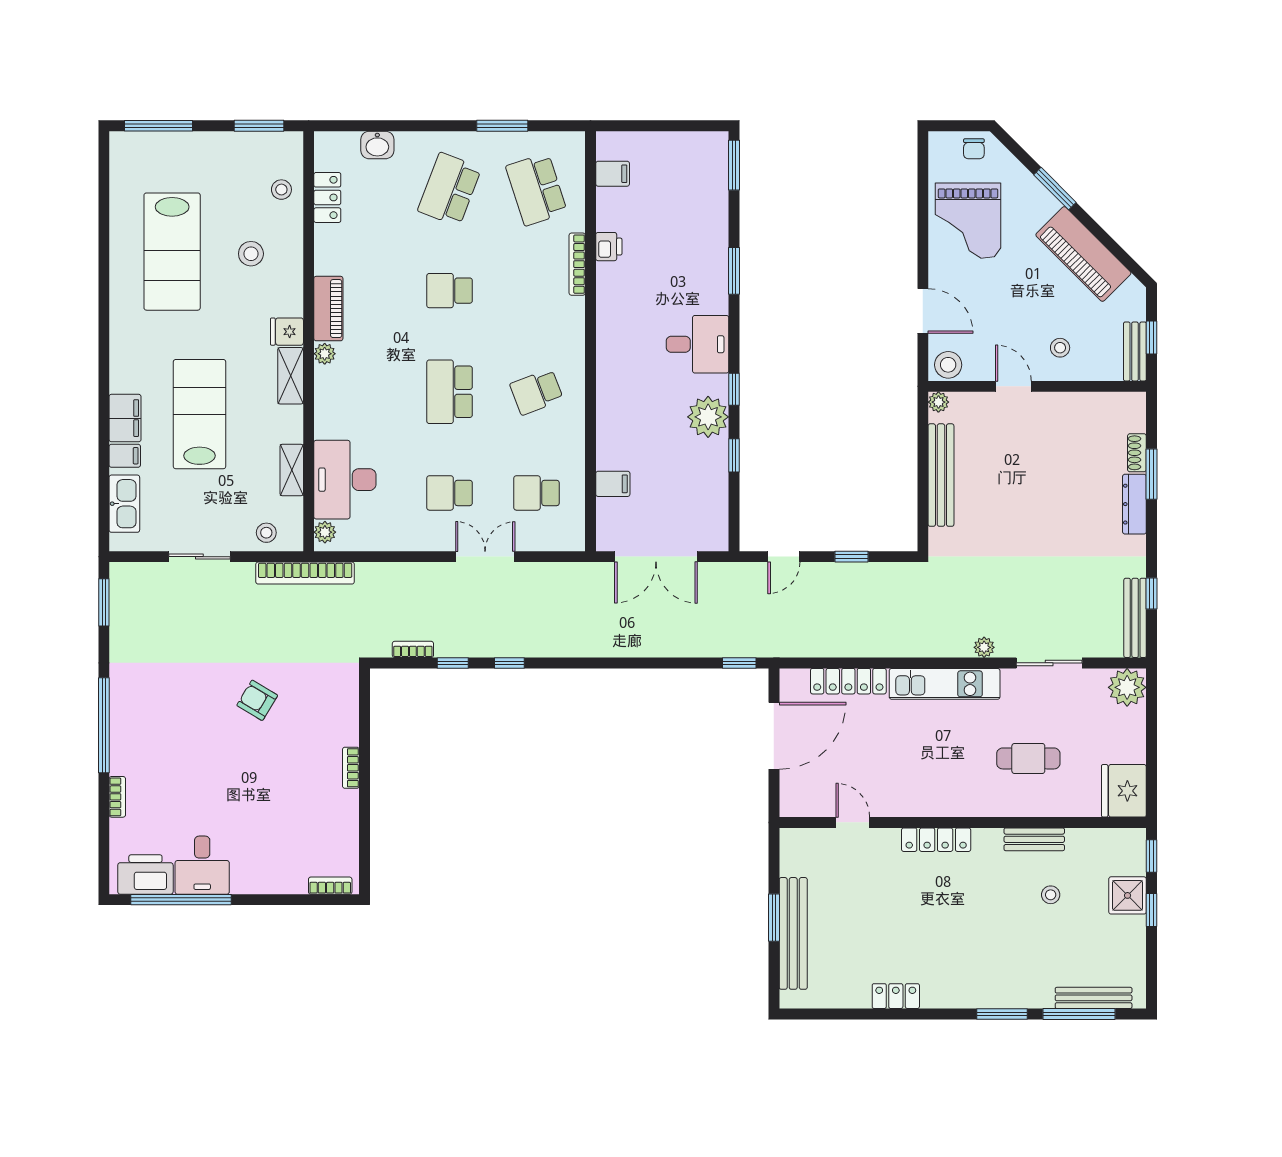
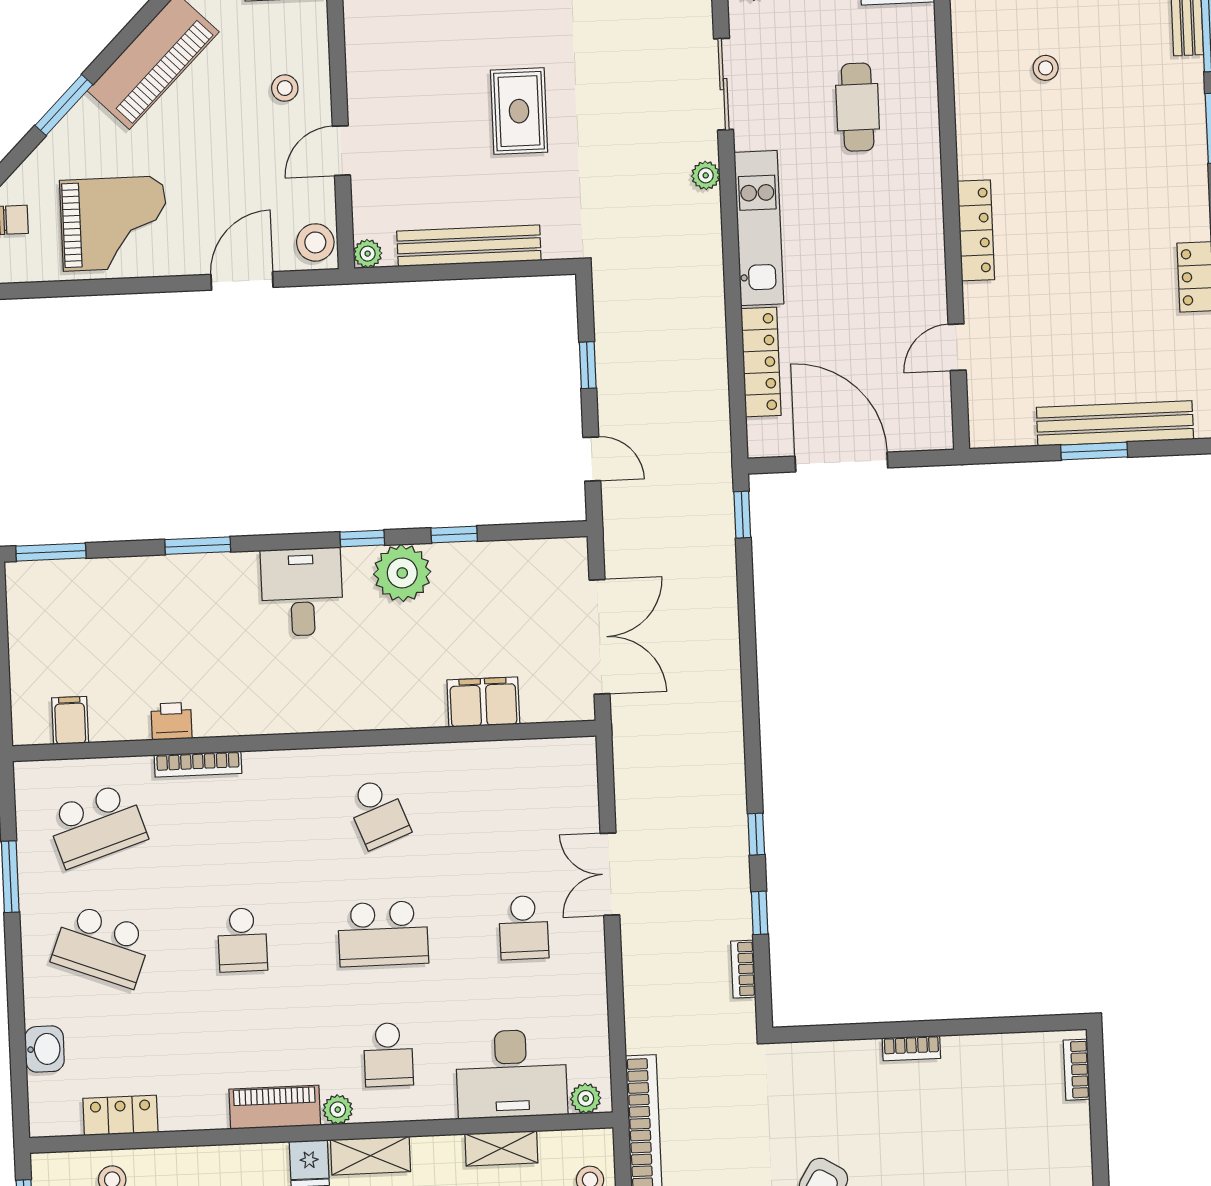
filing cabinet: (613, 484) -> (483, 702), width x2.00
school desk: (536, 493) -> (388, 1055), moved
rug: (1036, 515) -> (519, 111), added
bench: (1034, 839) -> (970, 94), removed

